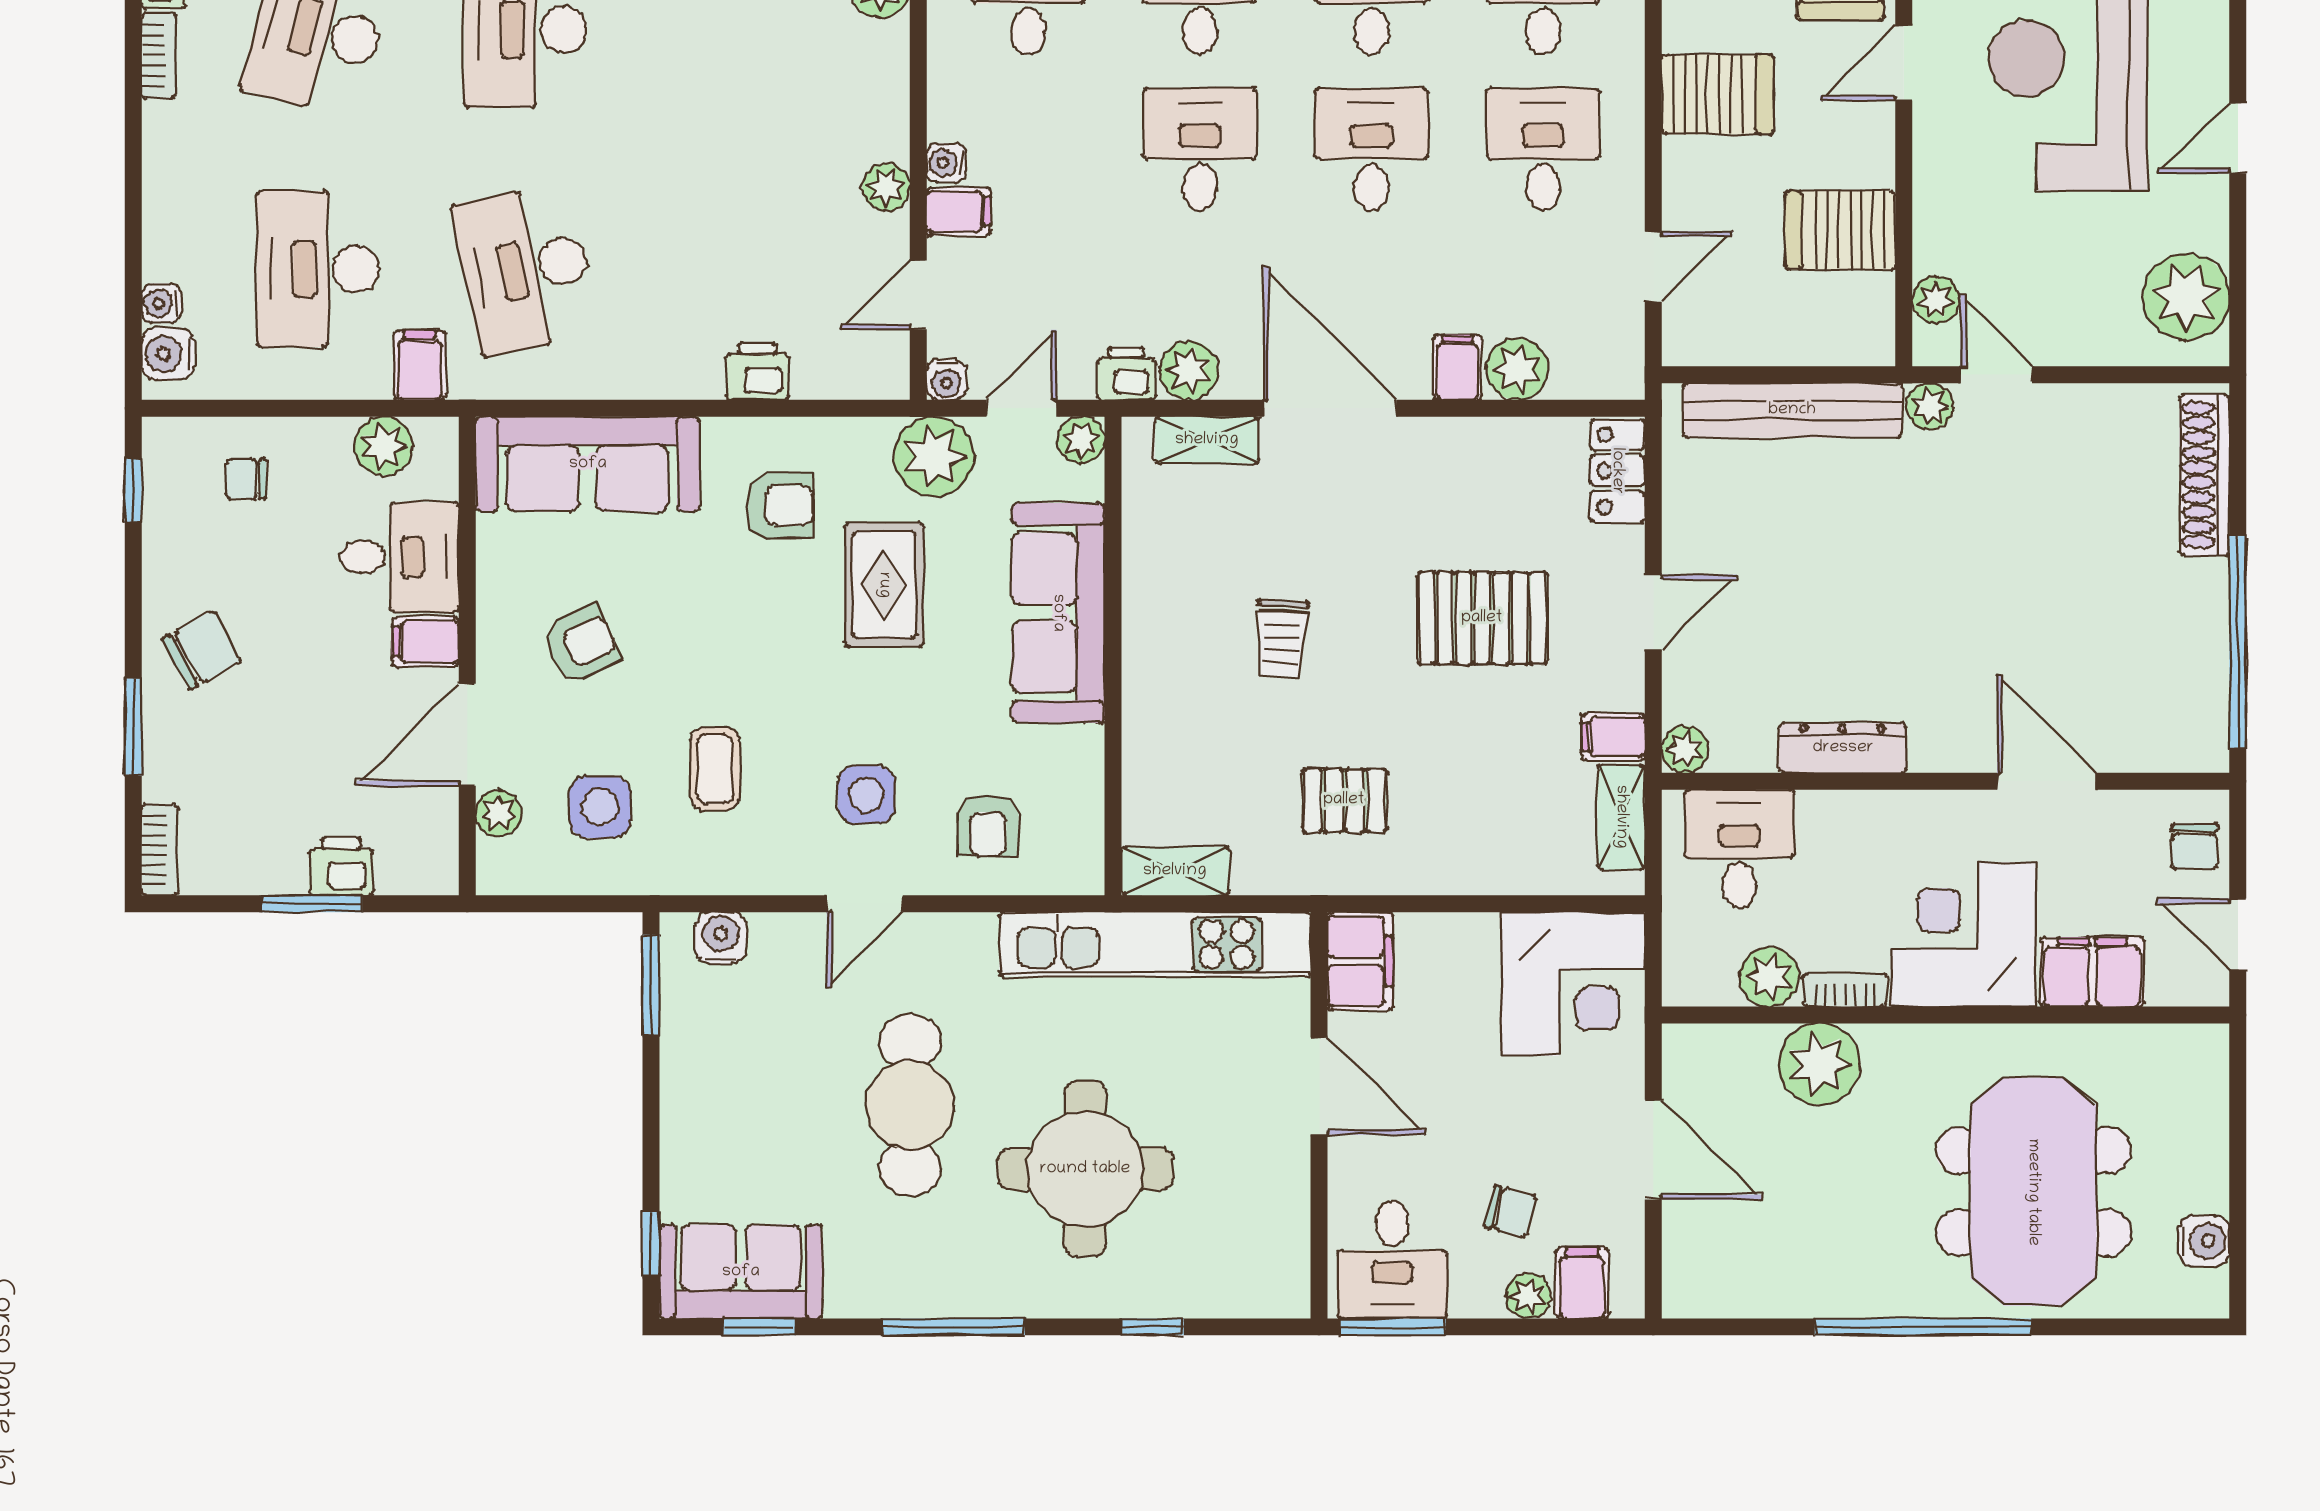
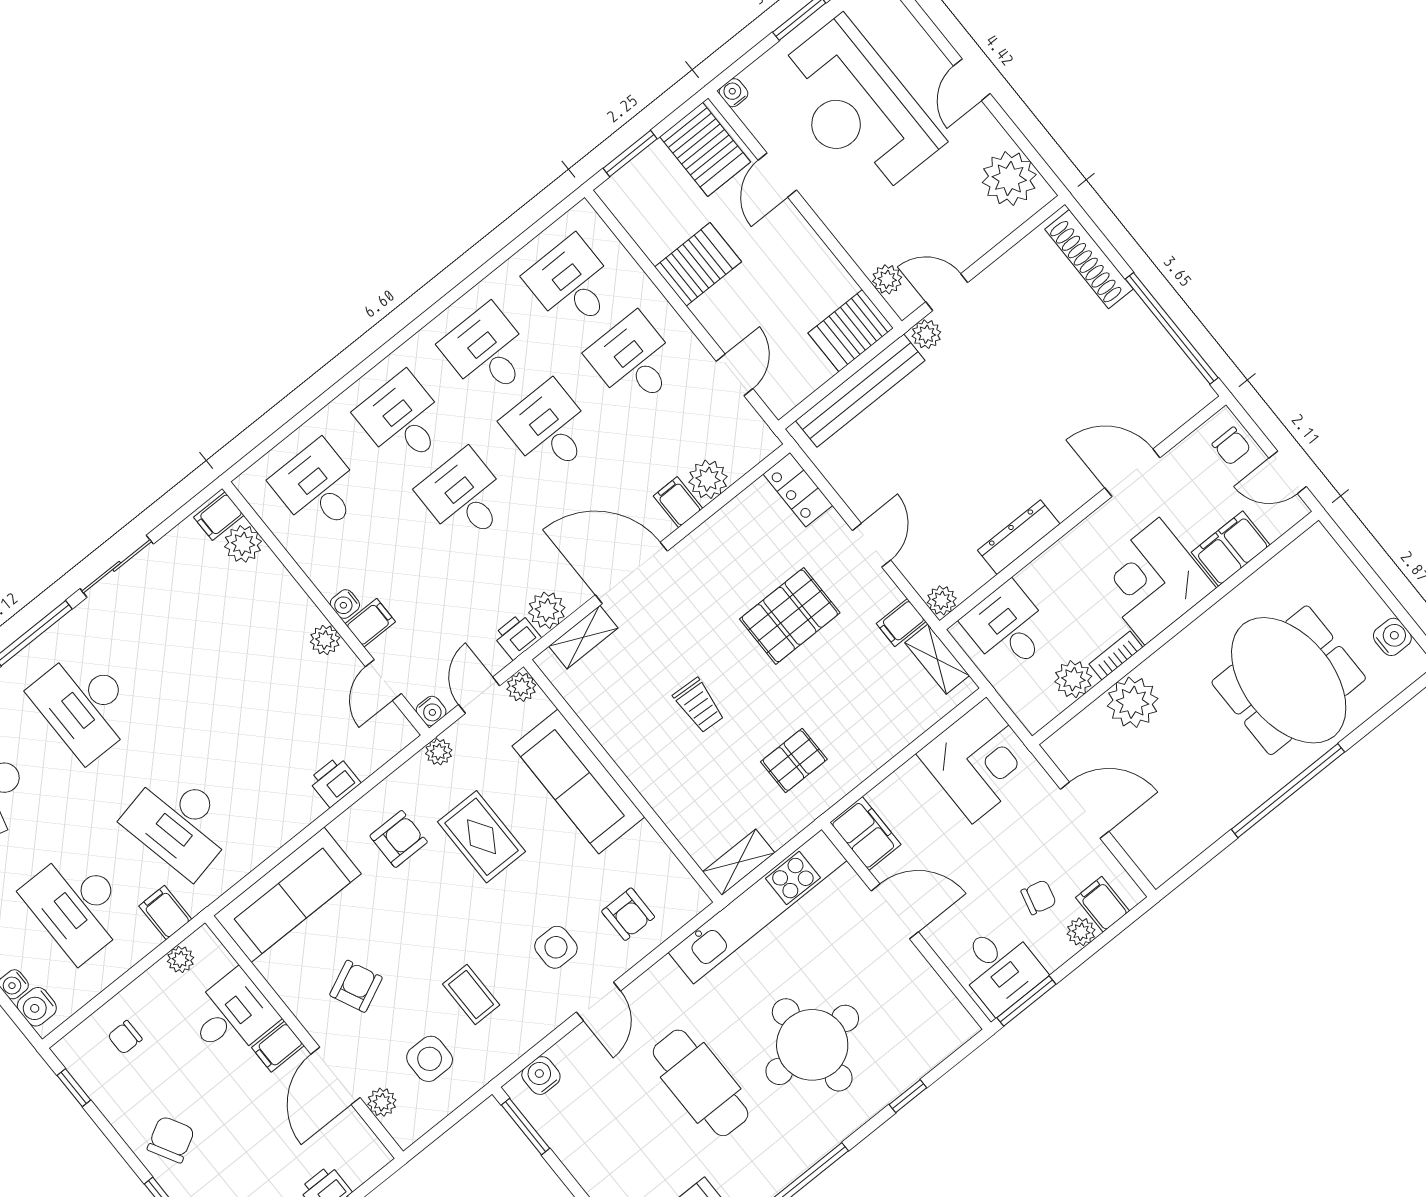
server rack: (1840, 230) -> (851, 331), moved
plant: (384, 446) -> (180, 959), width x0.73, depth x0.73
plant: (934, 457) -> (439, 752), width x0.53, depth x0.53

